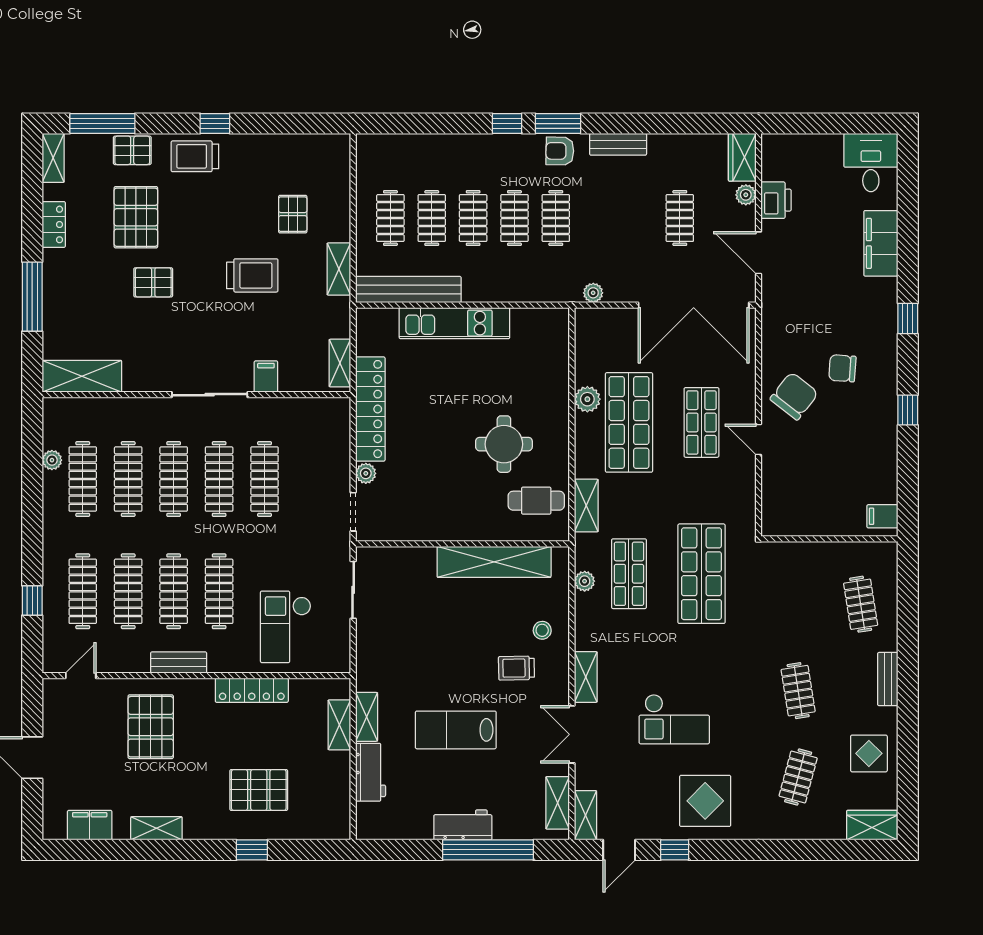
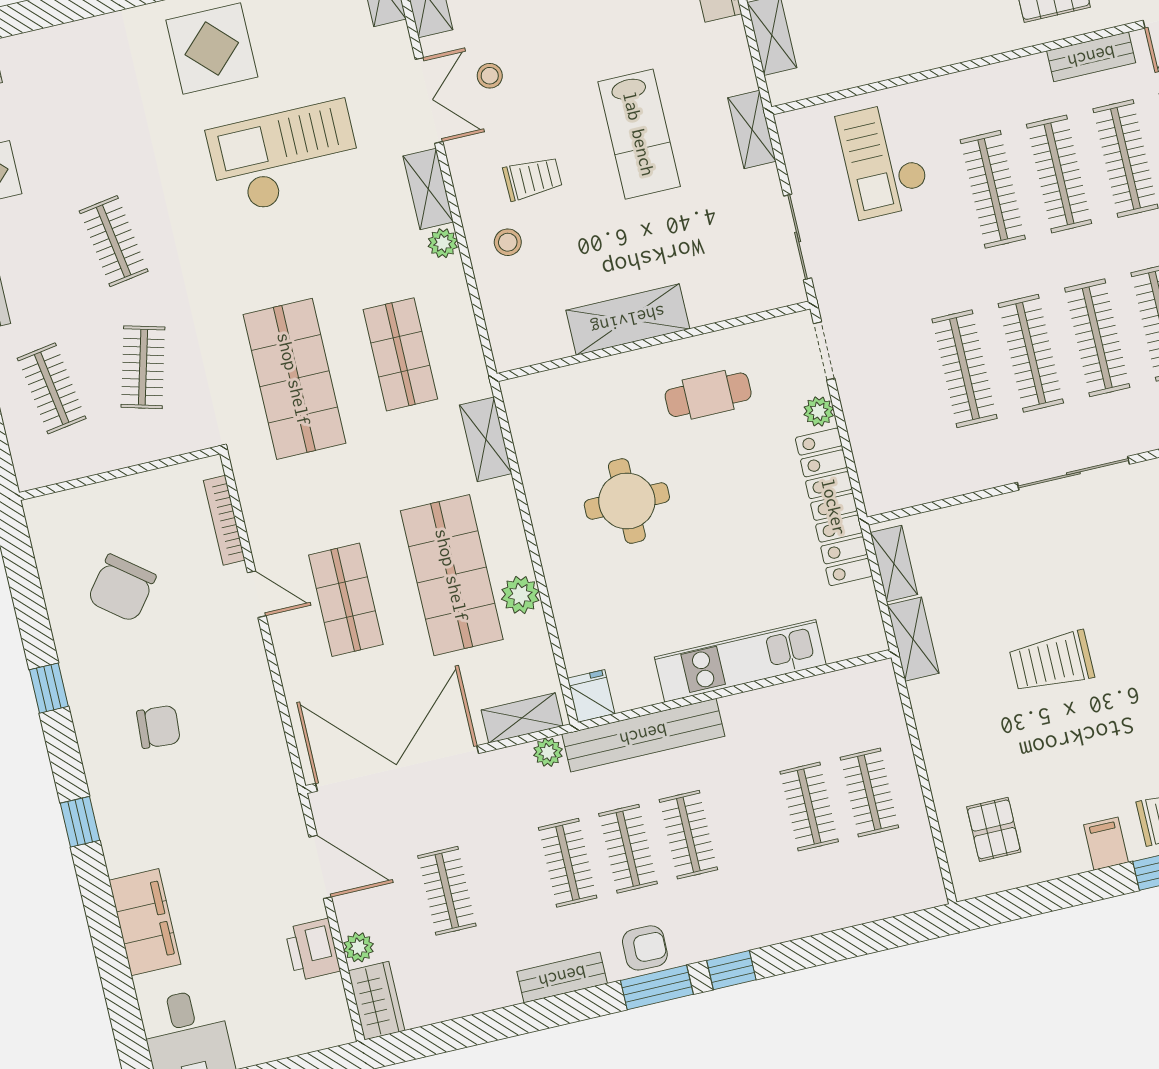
pallet: (293, 214) -> (994, 829), moved
clothes rail: (473, 218) -> (568, 863), moved
shelving: (339, 269) -> (913, 639), moved
bench: (408, 289) -> (643, 735), moved
shelving: (605, 319) -> (522, 718), added
fridge: (557, 323) -> (591, 696), added
filing cabinet: (266, 377) -> (1106, 844), moved, turned 180
chair: (794, 396) -> (122, 588), moved
bookcase: (768, 492) -> (224, 520), added
cafe table: (536, 501) -> (708, 395), moved
filing cabinet: (882, 516) -> (50, 524), removed
shelving: (494, 562) -> (628, 320), width x0.68
plant: (585, 581) -> (443, 243), moved
checkout: (286, 627) -> (884, 160), turned 180
bench: (179, 663) -> (1091, 57), moved
locker: (252, 690) -> (911, 56), removed
shelving: (367, 717) -> (752, 130), moved
checkout: (674, 719) -> (285, 157), width x1.36, depth x1.21
lab bench: (456, 730) -> (639, 134), moved, turned 90
stool: (529, 741) -> (490, 76), added
clothes rail: (798, 777) -> (143, 367), moved

